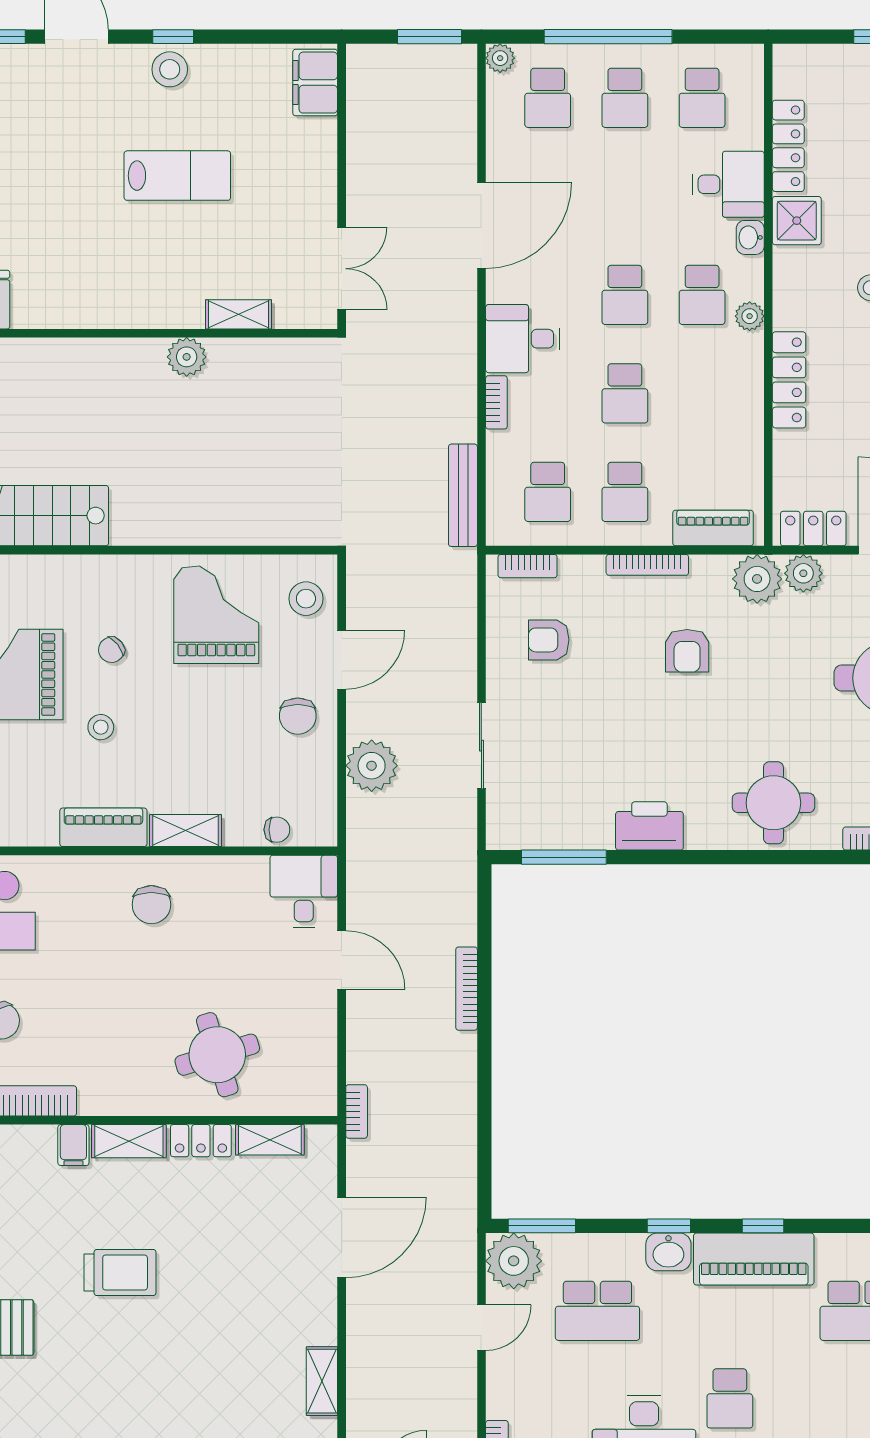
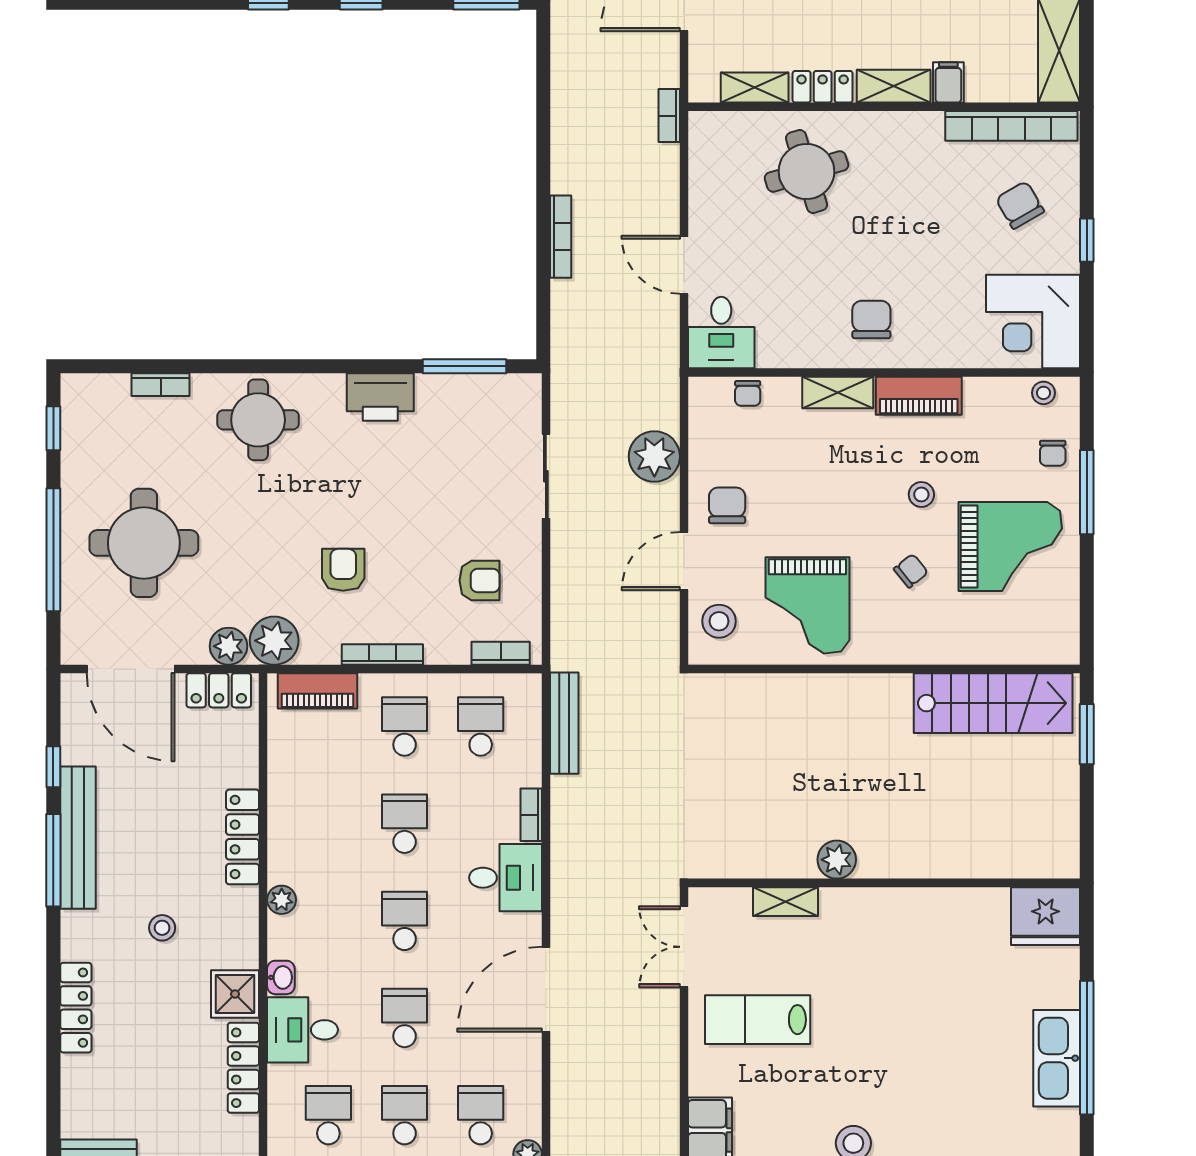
lab bench: (177, 176) -> (758, 1020), moved
school desk: (702, 295) -> (405, 1018), moved
chair: (277, 830) -> (748, 393), turned -90

